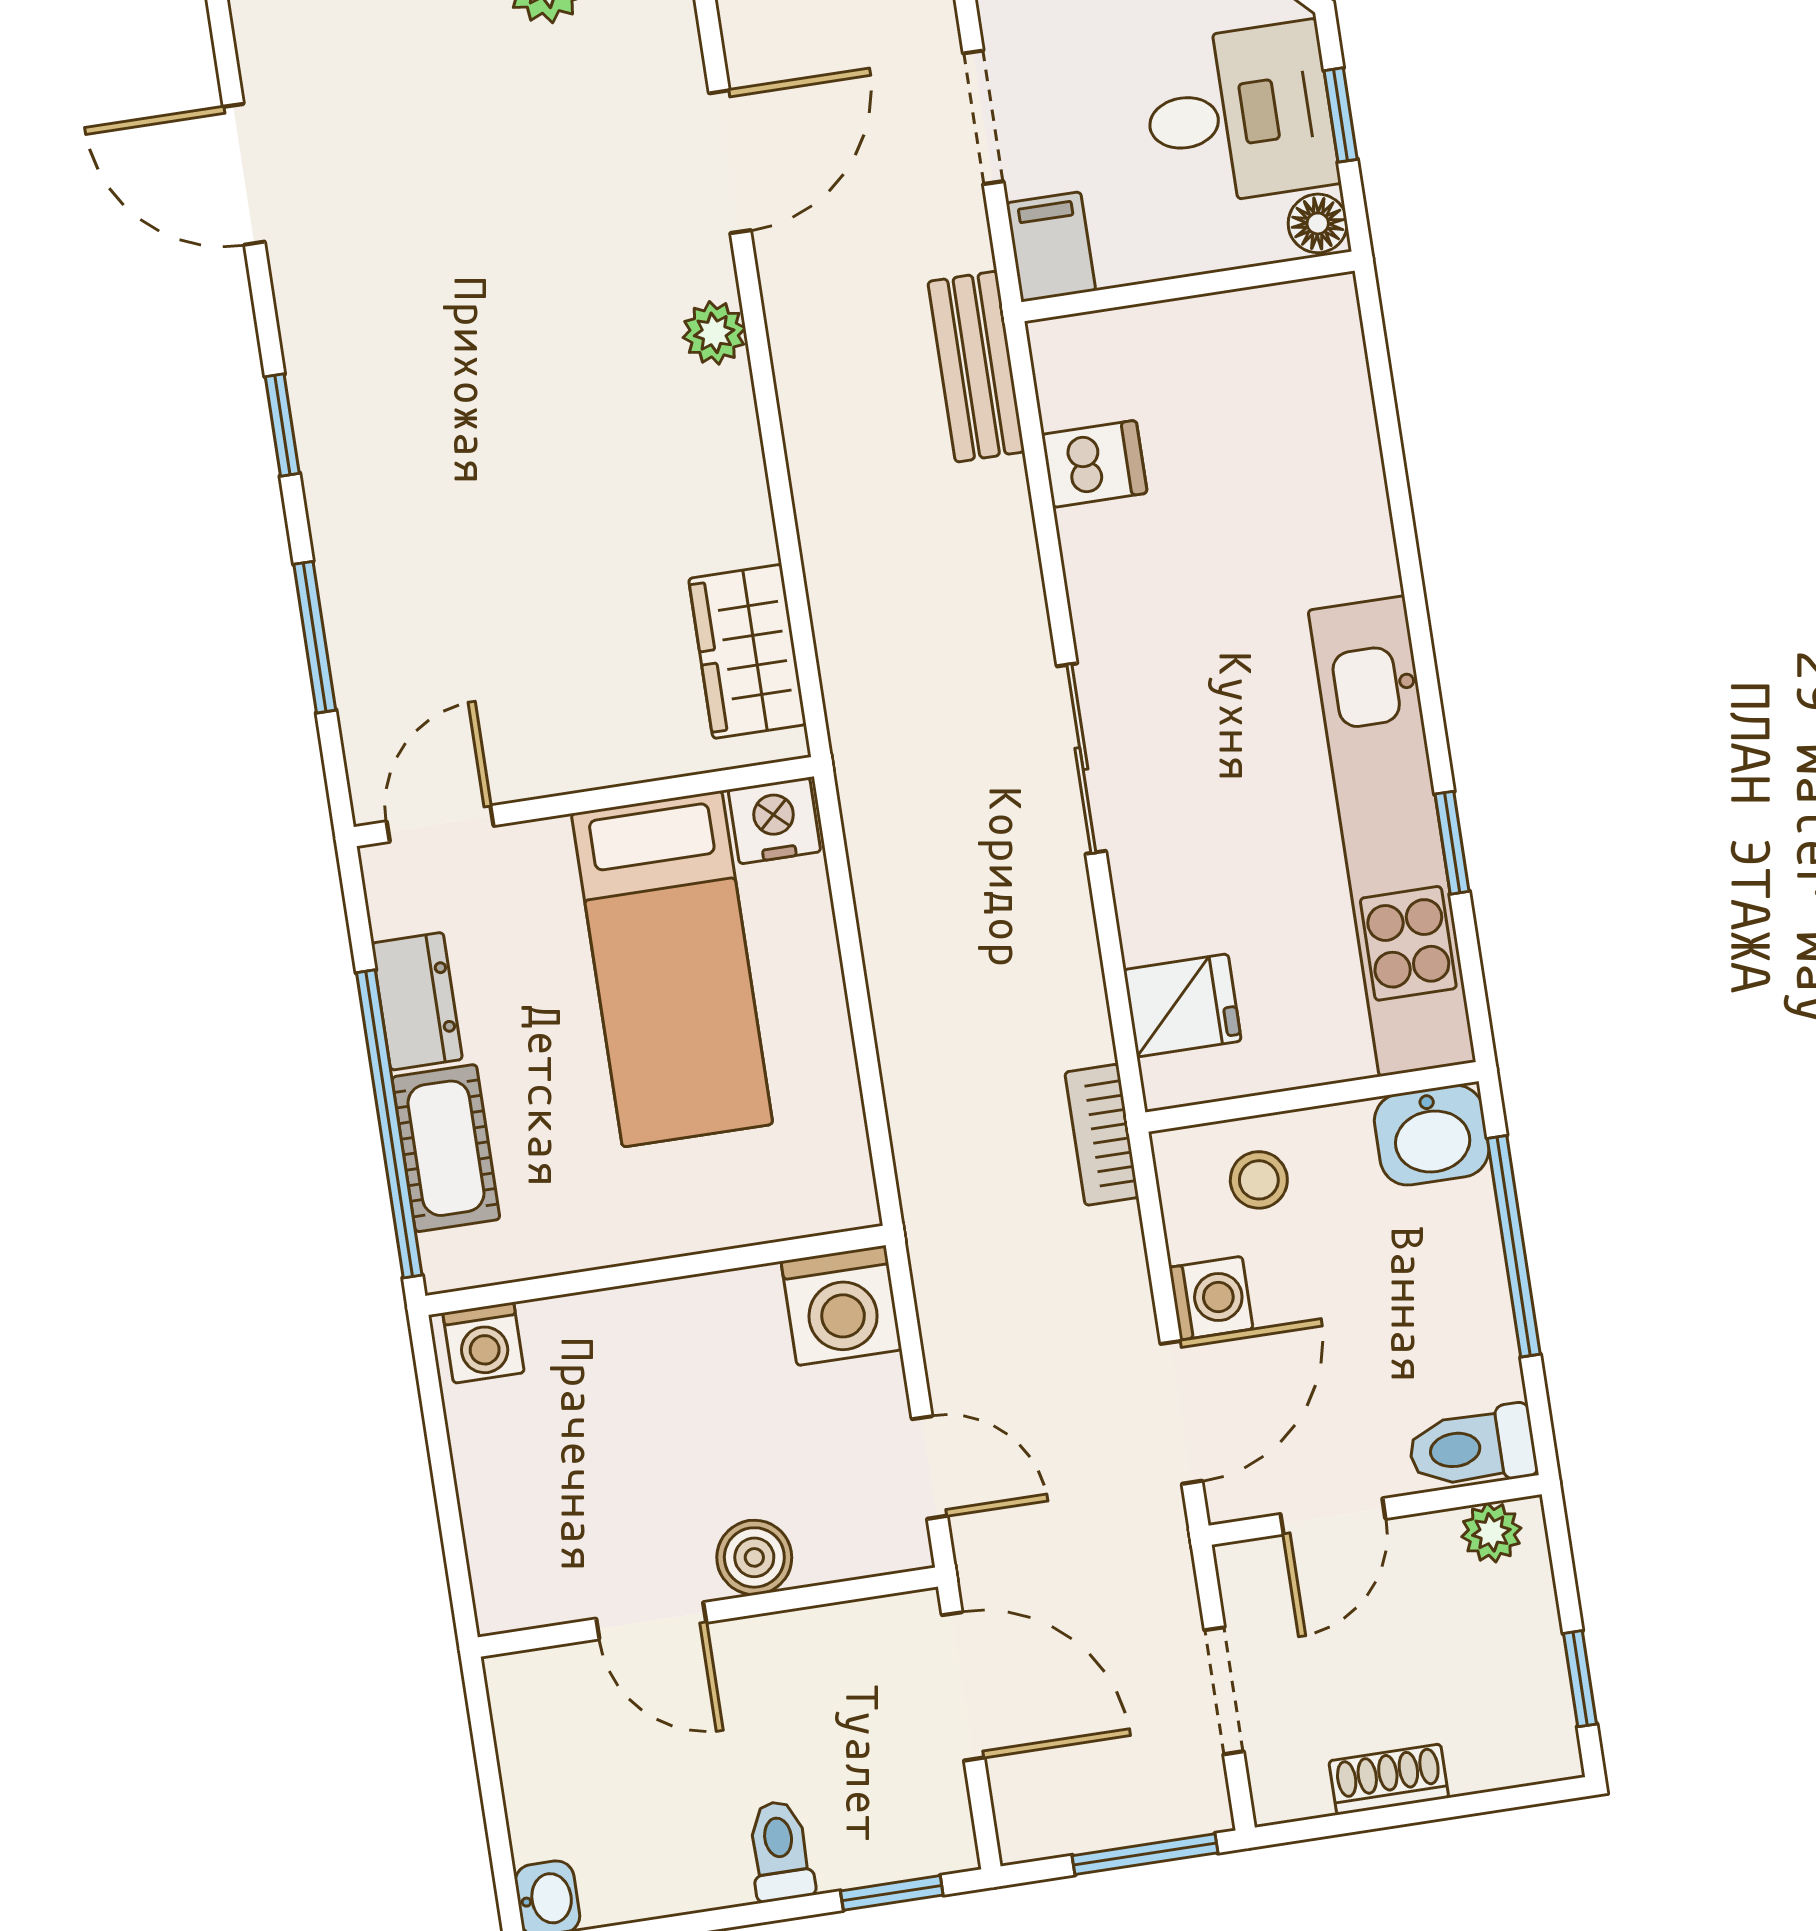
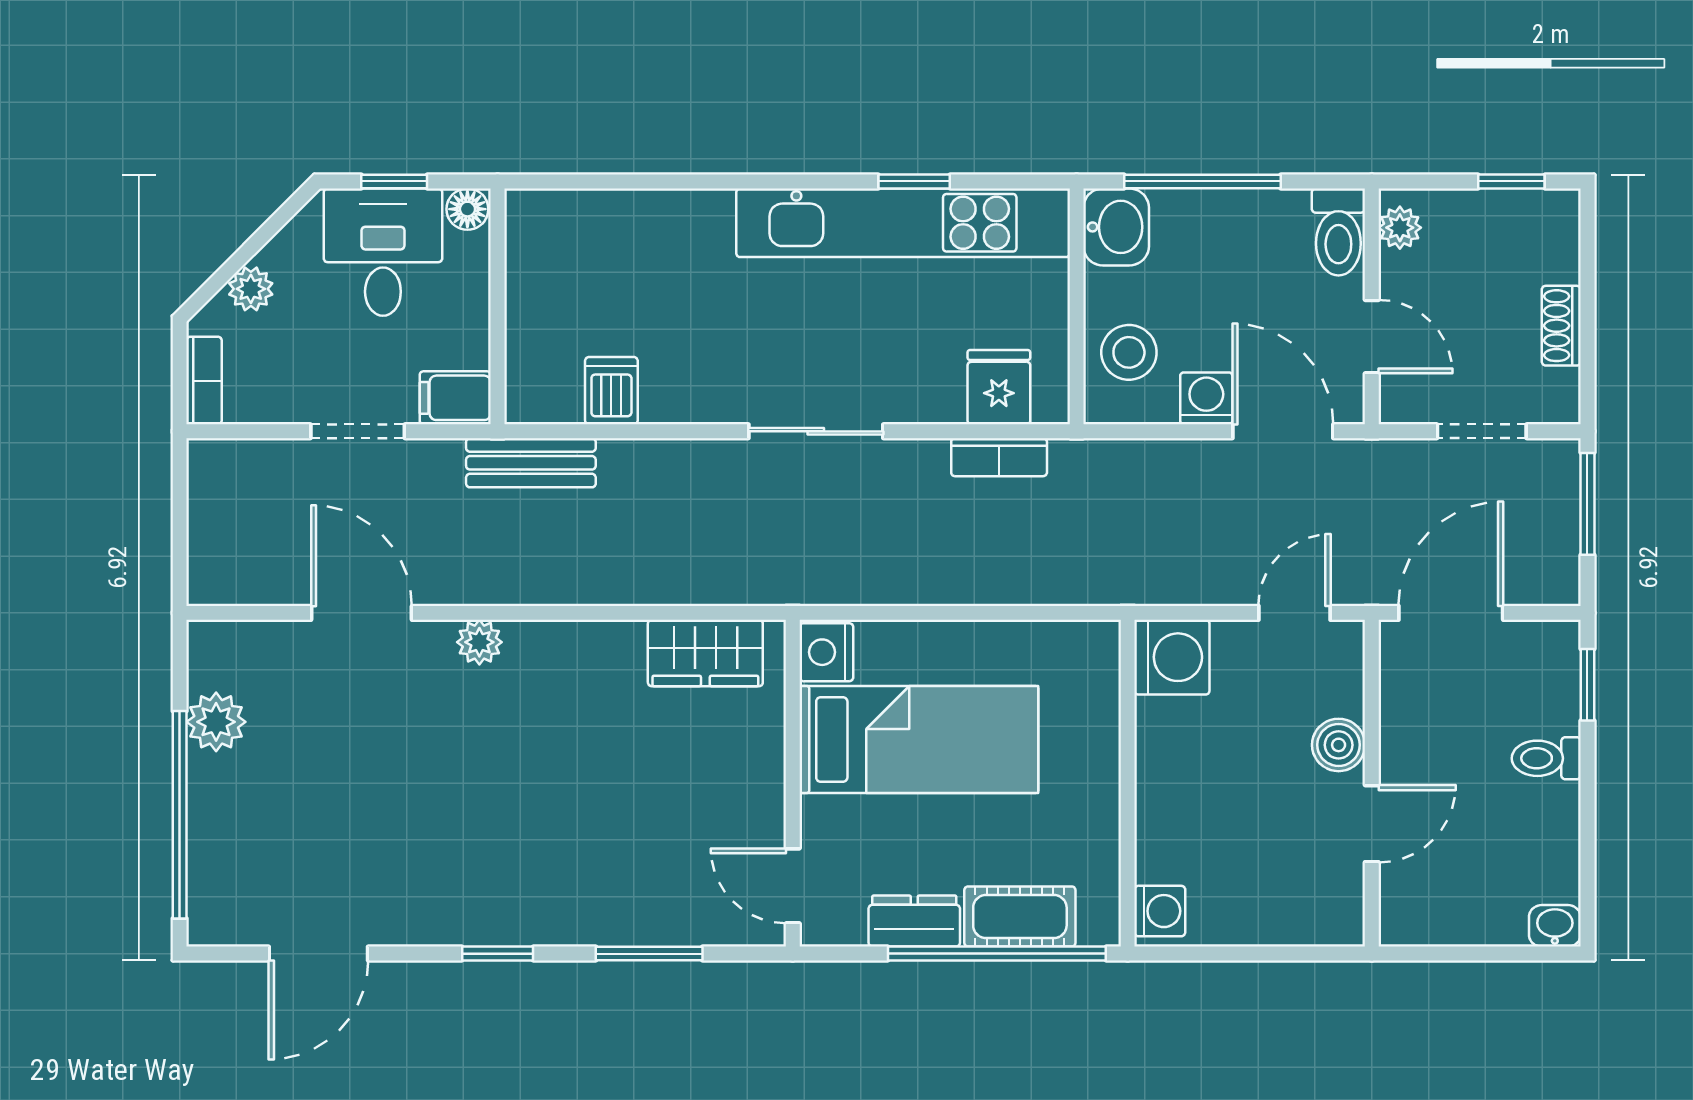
bookcase: (1102, 1135) -> (999, 457), moved
stool: (1259, 1180) -> (1129, 352), width x1.37, depth x1.37

